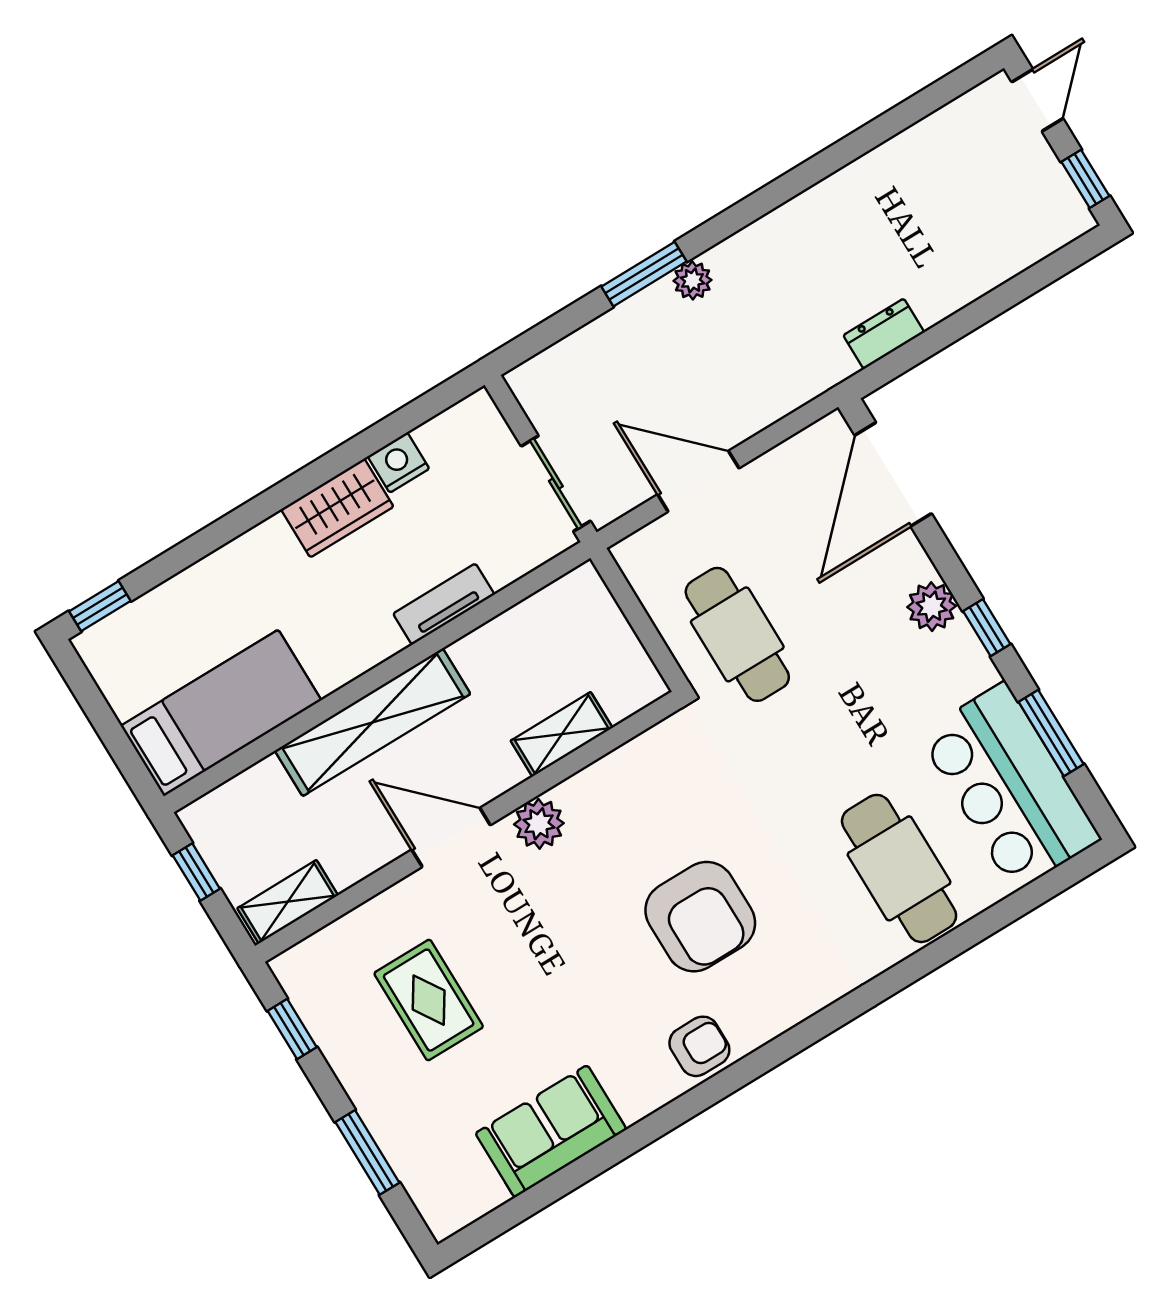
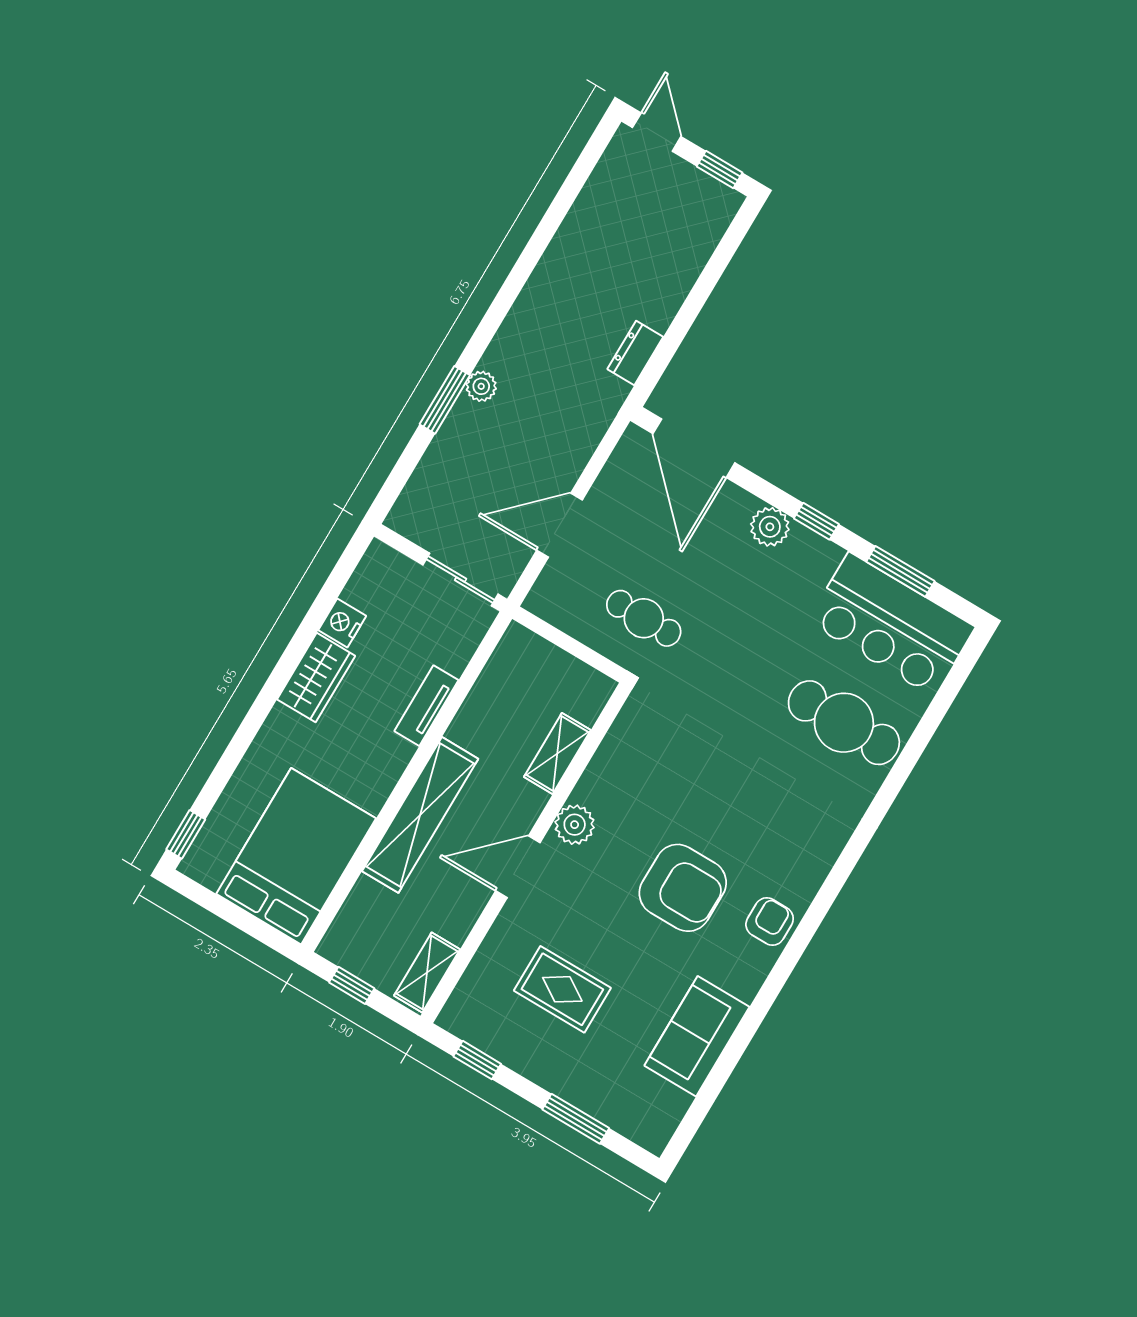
cafe table: (737, 634) -> (644, 618), width x0.73, depth x0.74
bed: (221, 713) -> (296, 856), width x1.50
armchair: (700, 917) -> (683, 888), moved

